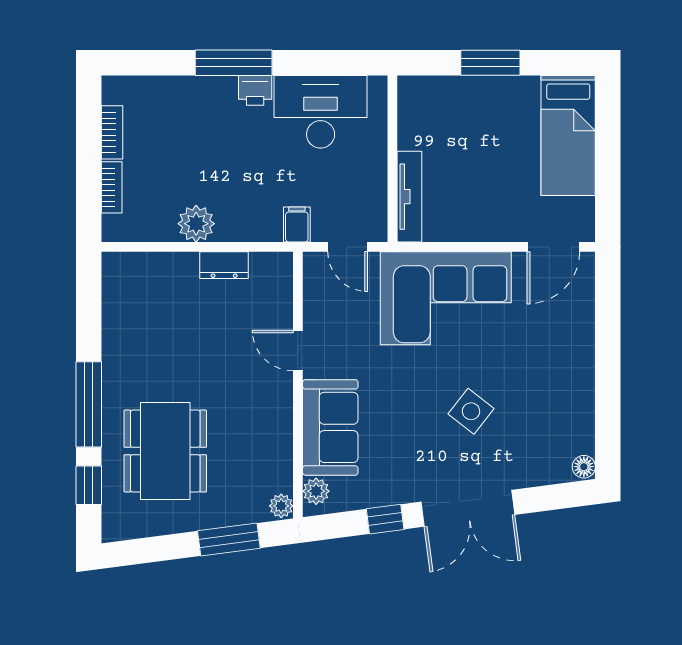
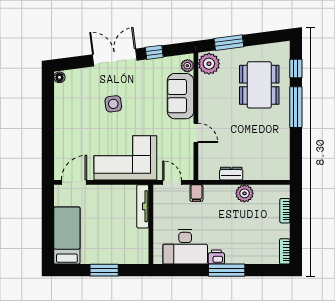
bookcase: (112, 132) -> (285, 251), moved
side table: (471, 411) -> (113, 104), turned 45
plant: (281, 506) -> (209, 64), width x1.87, depth x1.87

